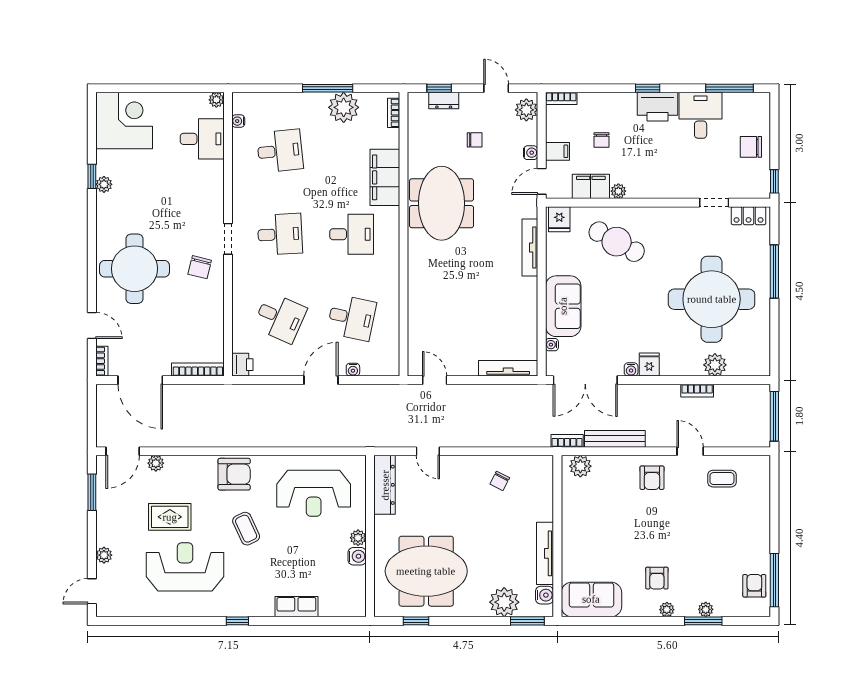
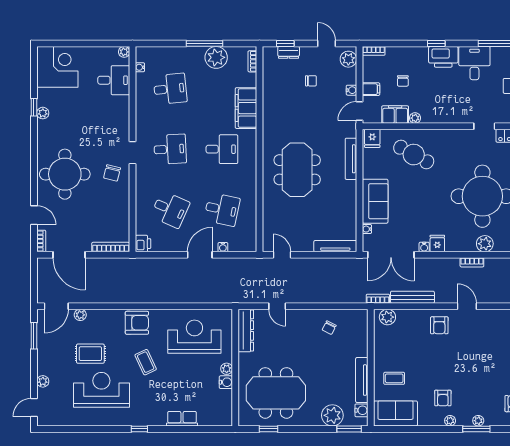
meeting table: (442, 203) -> (297, 170), moved
coffee table: (722, 479) -> (394, 378), moved
reception desk: (314, 493) -> (194, 337), turned 180

